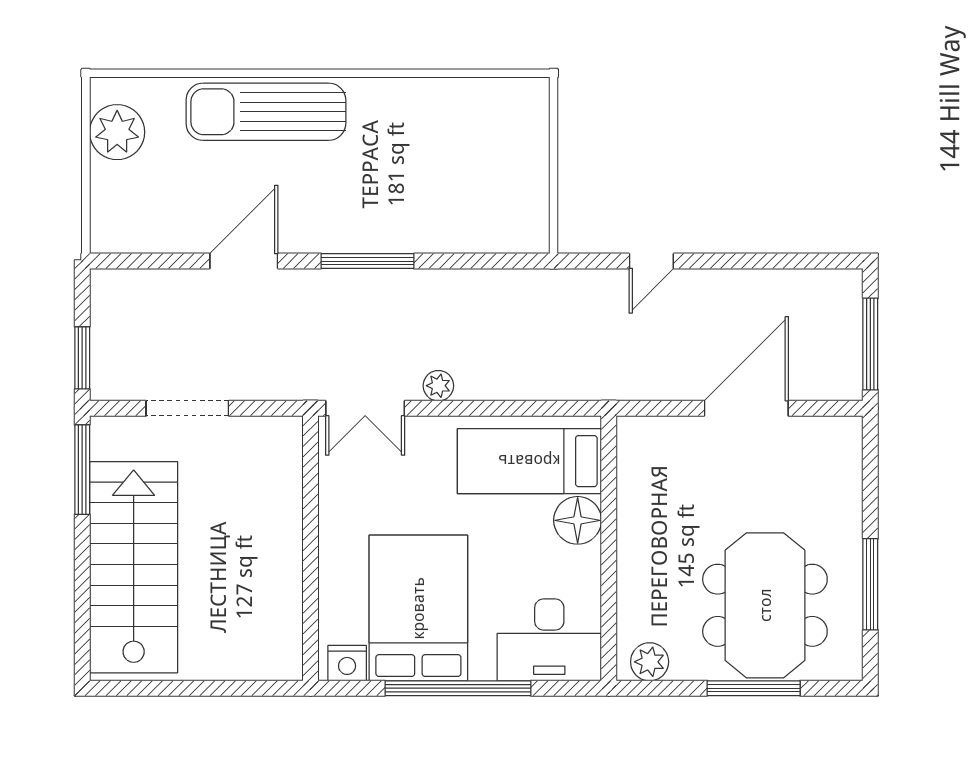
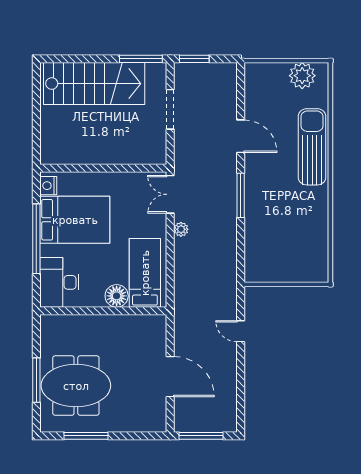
plant: (650, 662) -> (49, 330), removed

